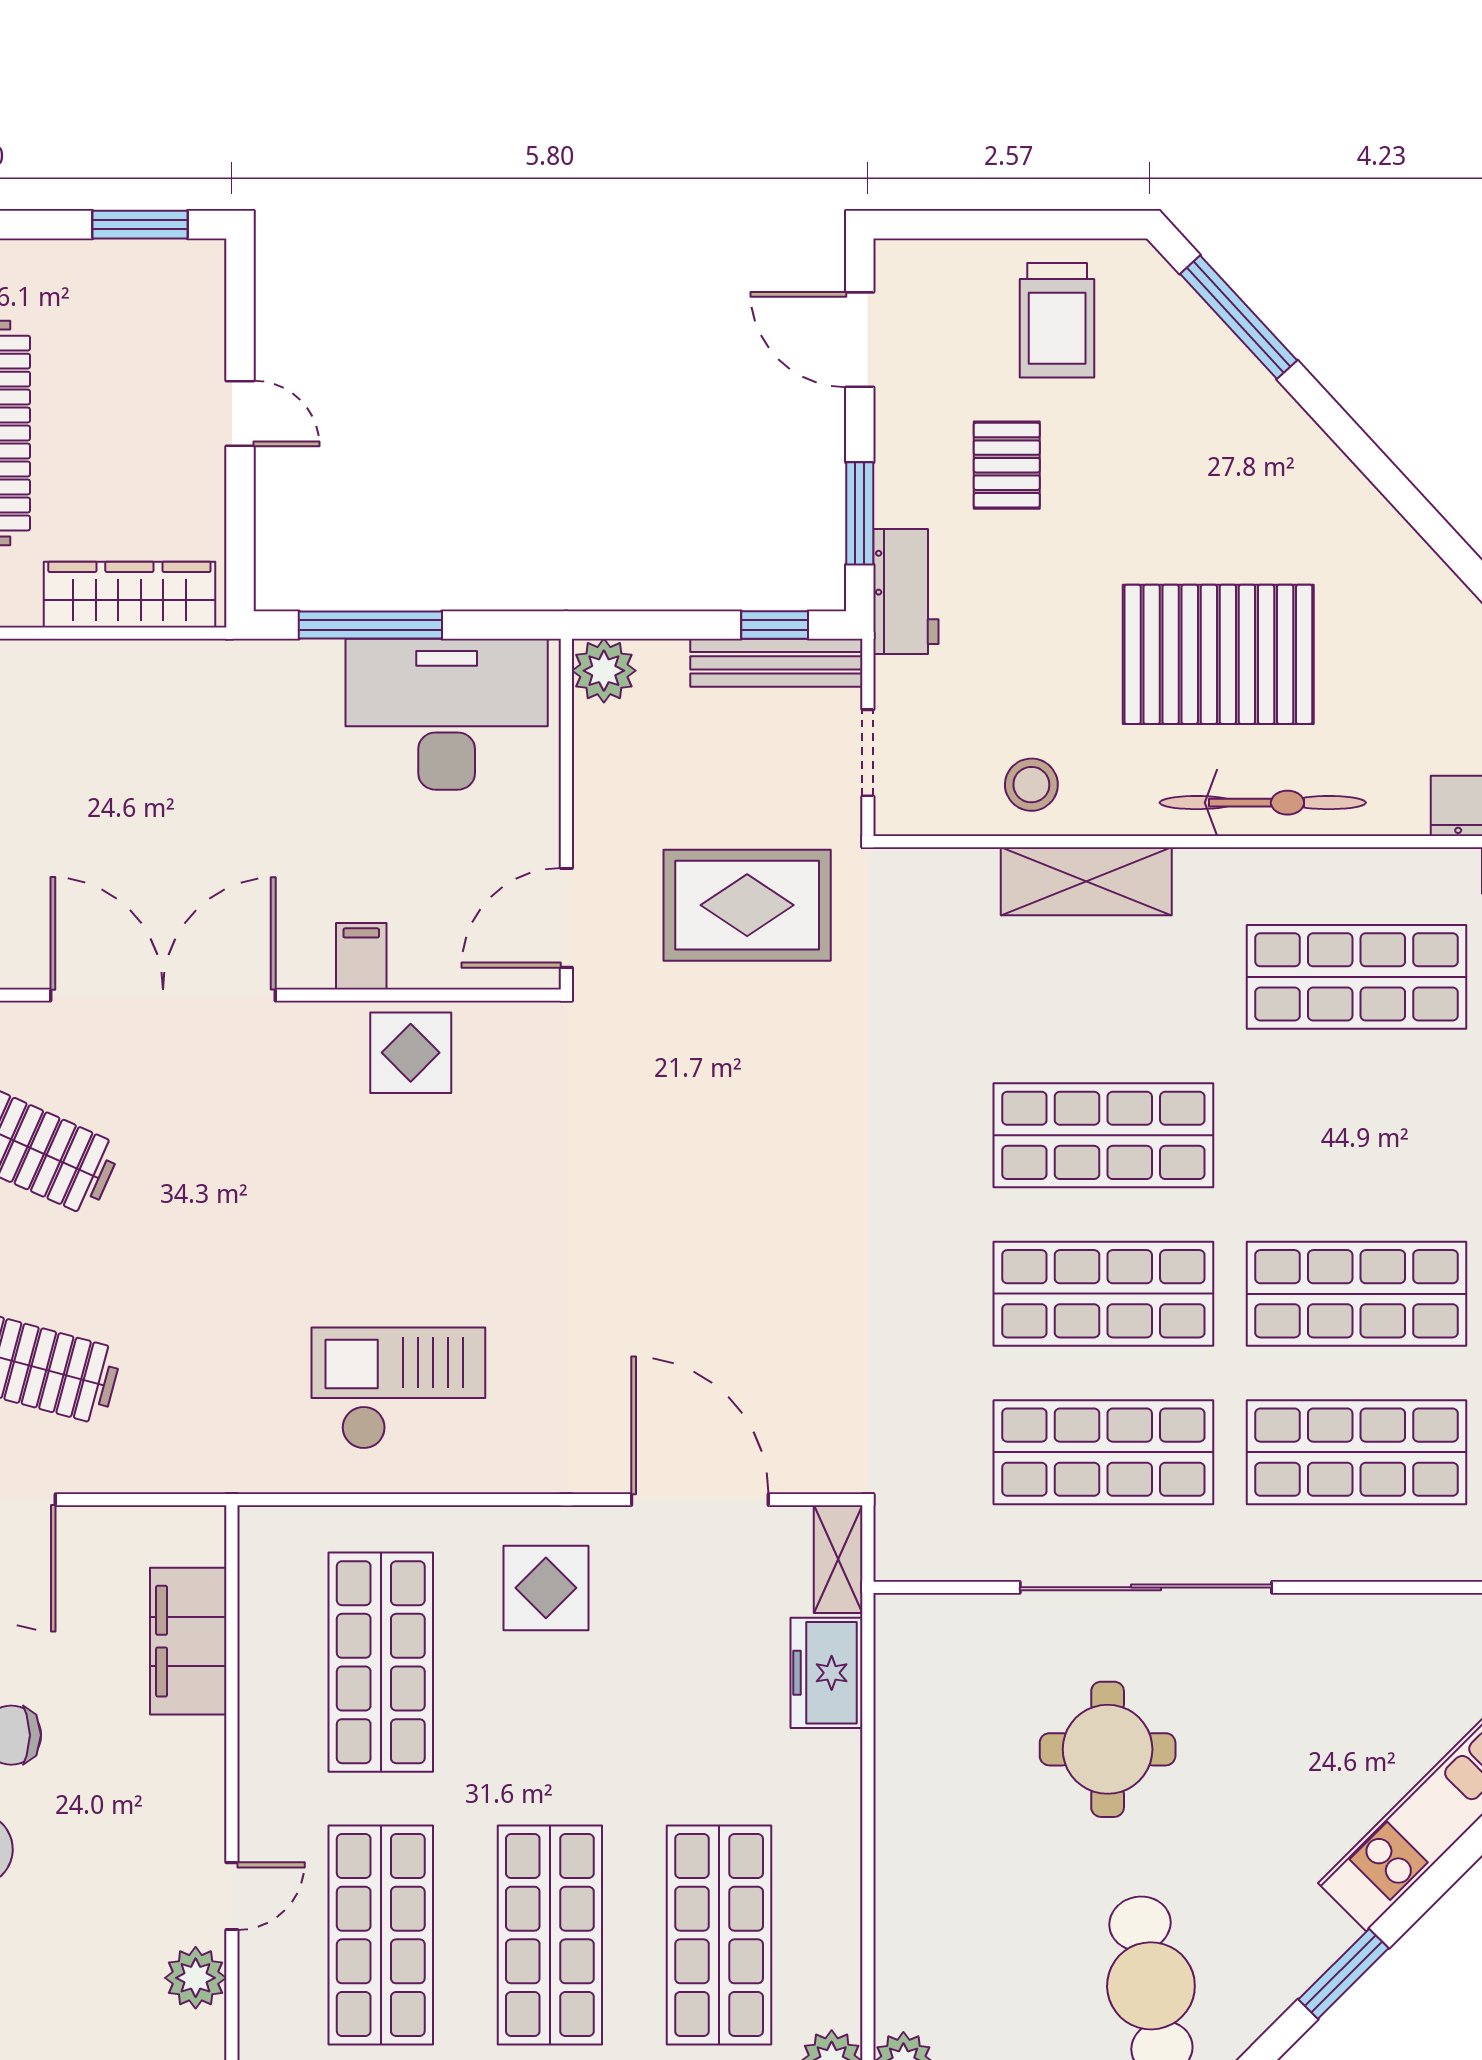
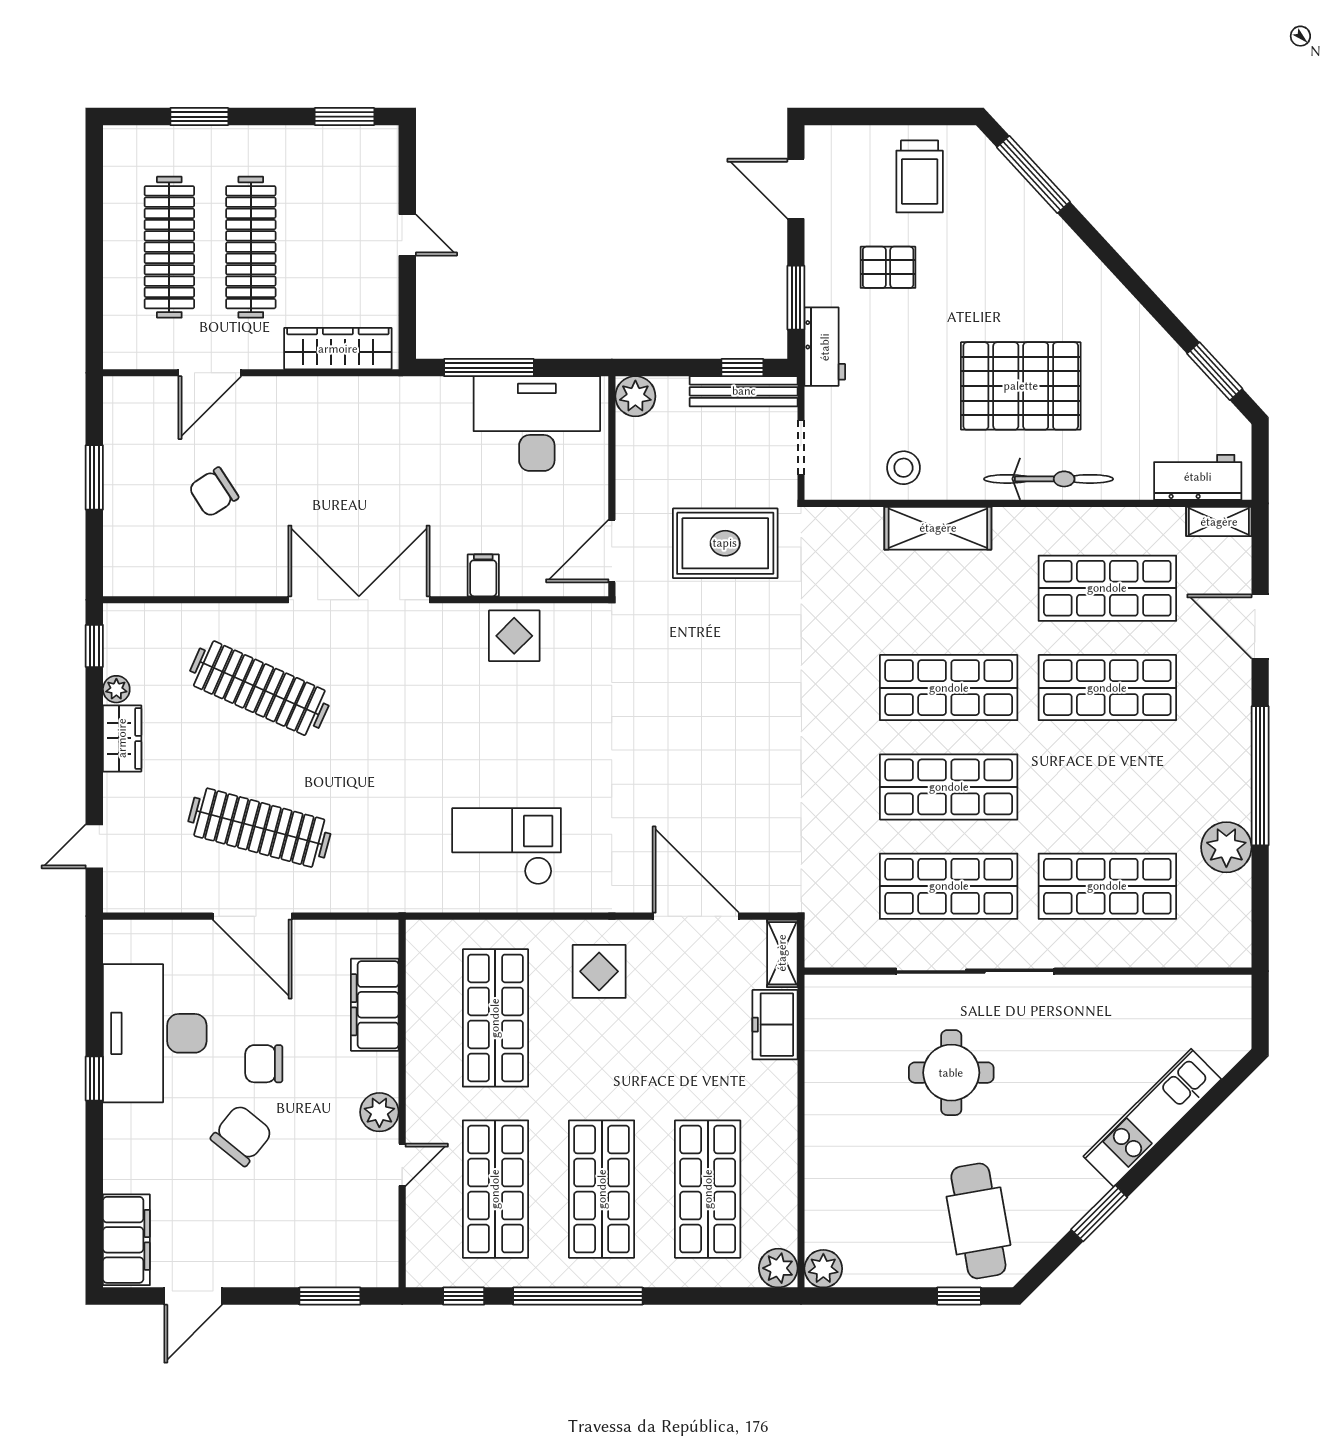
pallet: (1007, 465) -> (888, 267), turned 90
shop shelf: (1357, 1294) -> (1107, 688), moved
plant: (196, 1978) -> (379, 1112), moved

